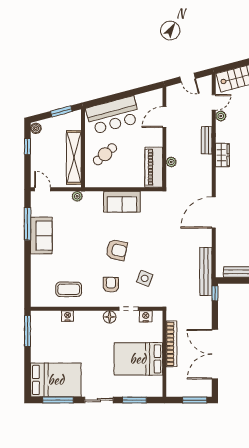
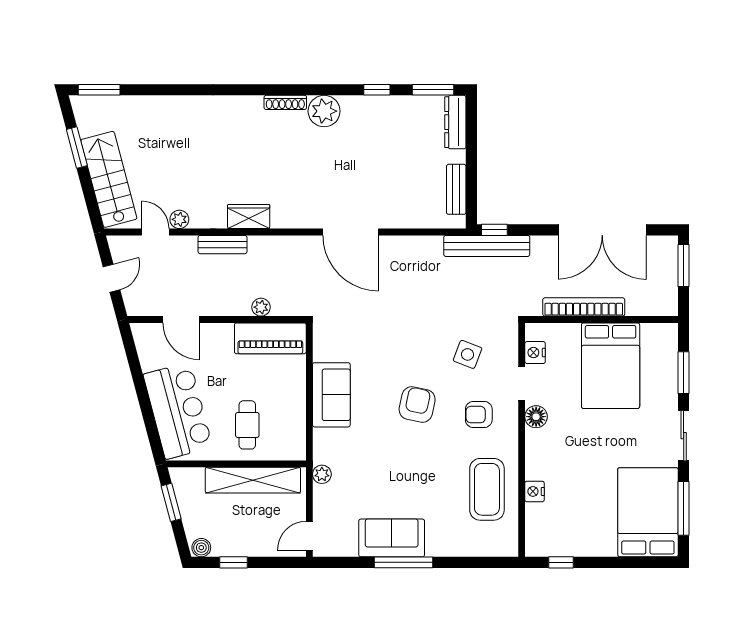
cafe table: (105, 154) -> (247, 425), turned 41
window: (28, 224) -> (403, 562), moved
bench: (206, 271) -> (487, 246), moved
coffee table: (69, 289) -> (487, 489), width x1.36, depth x1.32
window: (28, 331) -> (561, 562), width x0.46

